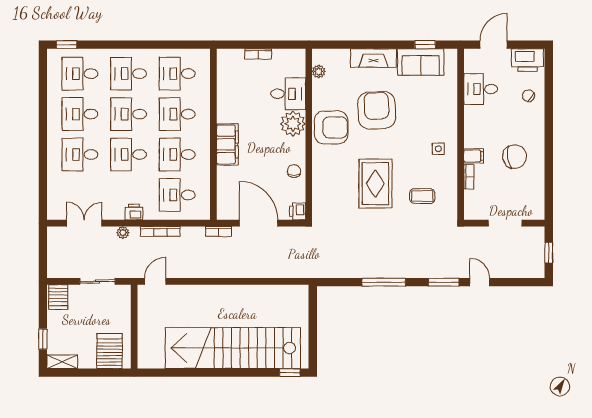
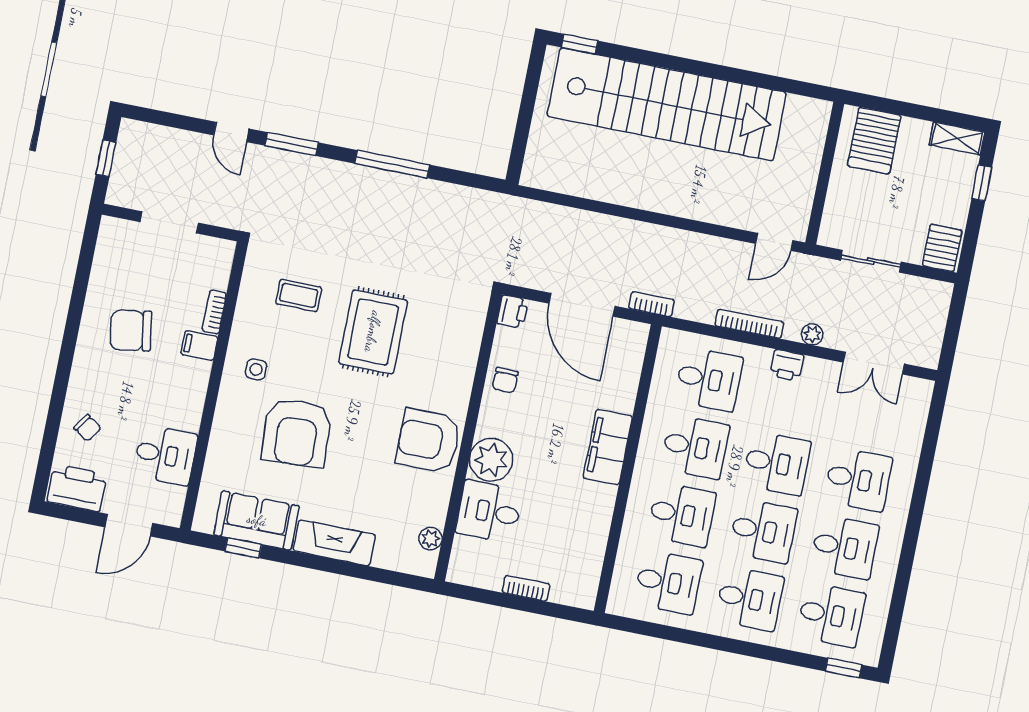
armchair: (377, 110) -> (297, 433), moved

